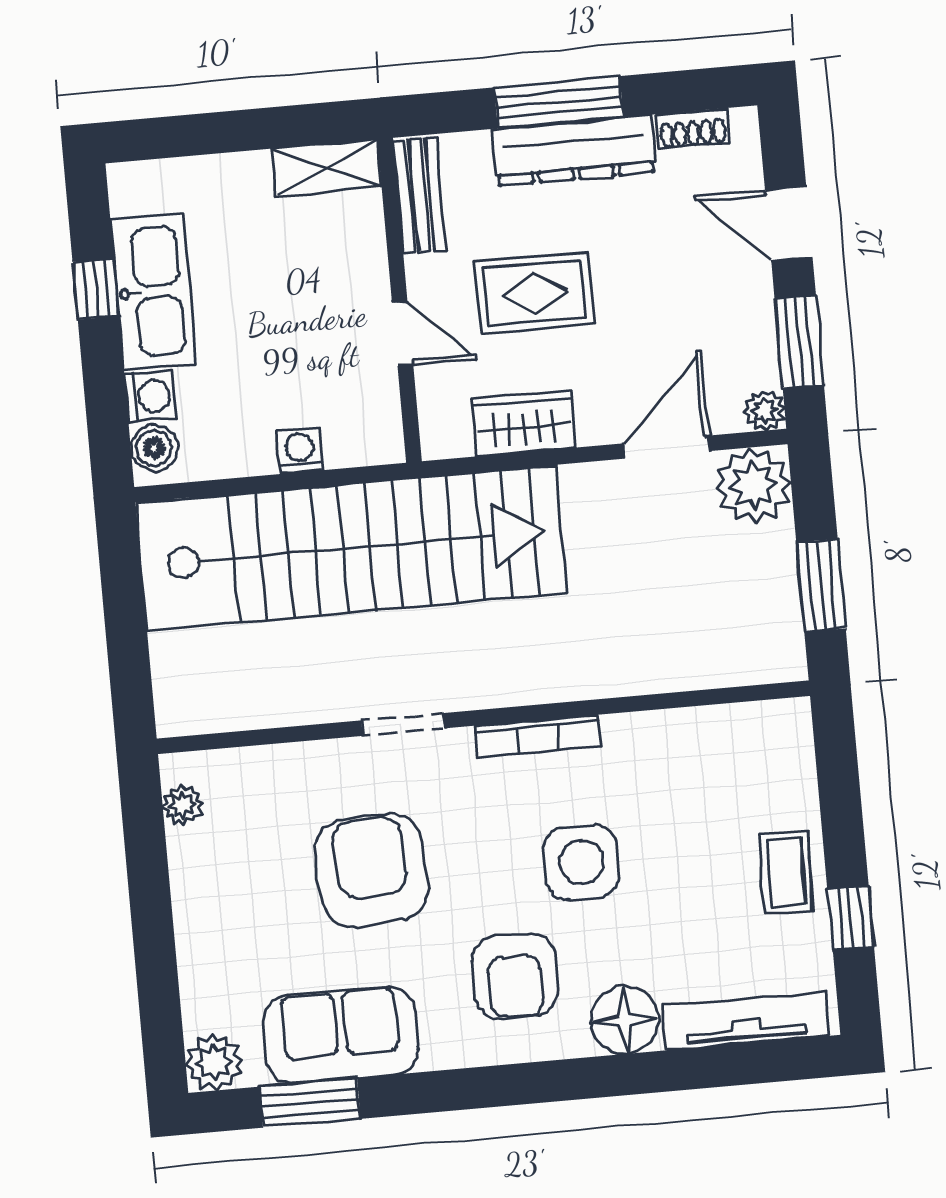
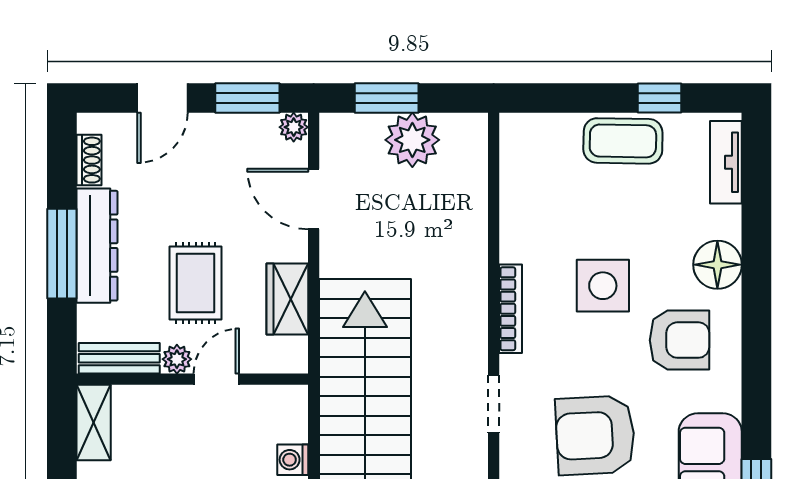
plant: (426, 276) -> (177, 359), added
plant: (753, 486) -> (412, 140), moved
window: (821, 585) -> (387, 98), moved
coffee table: (786, 872) -> (623, 141), width x1.36, depth x1.30
tv unit: (746, 1021) -> (726, 162), width x0.71

